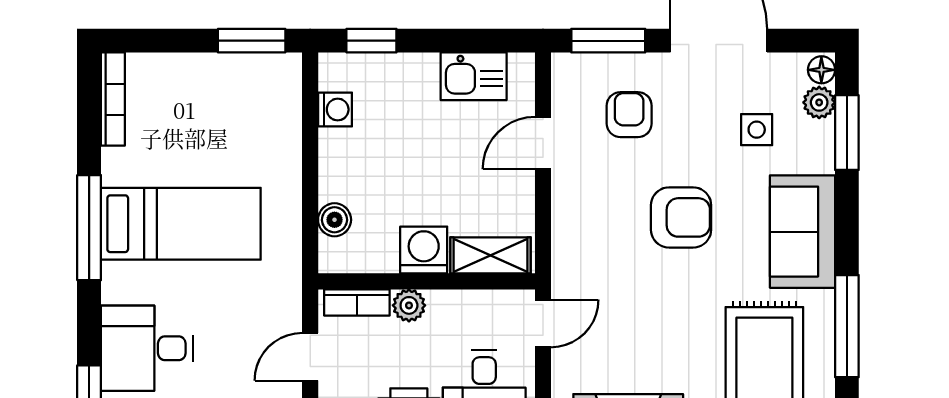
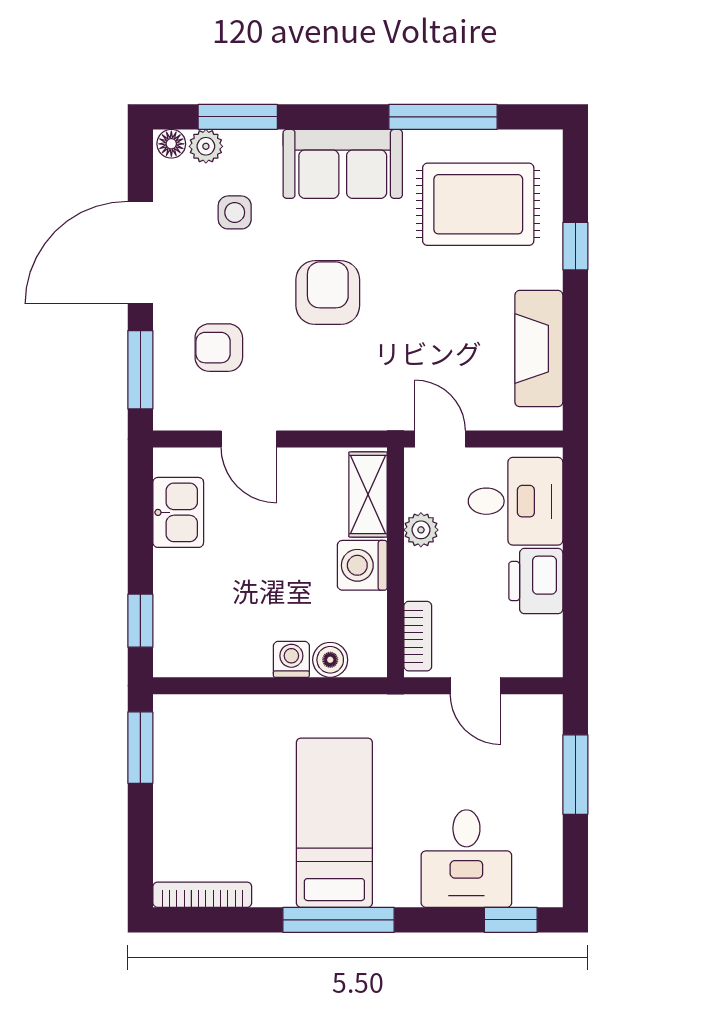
washing machine: (335, 110) -> (291, 659), moved
plant: (409, 305) -> (421, 530), moved

